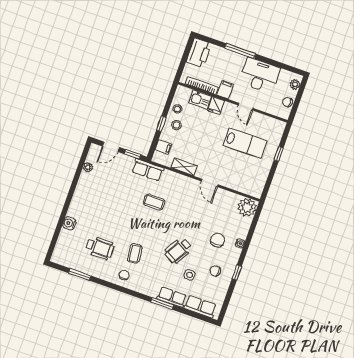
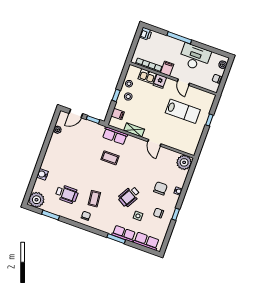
printer: (199, 53) -> (146, 34), width x0.53, depth x0.68
row of seats: (148, 170) -> (115, 136), moved
plant: (62, 255) -> (36, 200), added

